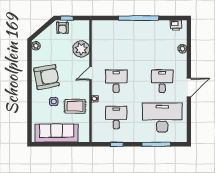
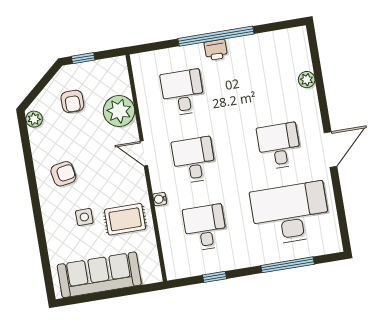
printer: (176, 25) -> (216, 50), moved
armchair: (62, 28) -> (72, 101), moved
desk: (116, 45) -> (183, 93), added
door: (91, 73) -> (144, 153), hinge flipped
armchair: (46, 77) -> (63, 174), width x0.53, depth x0.53

